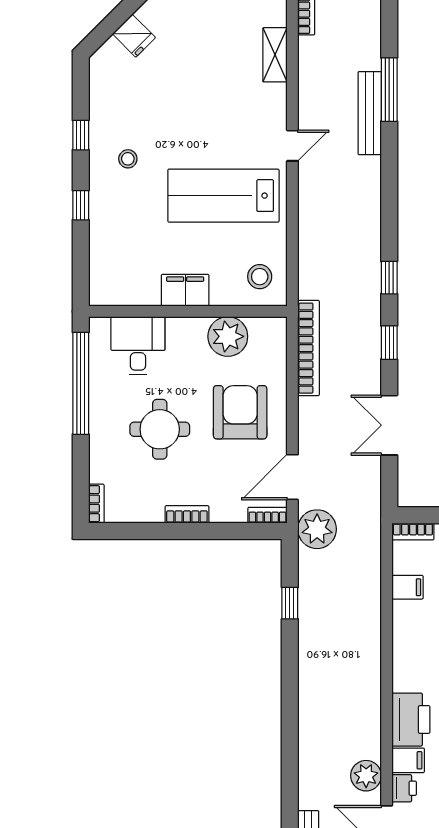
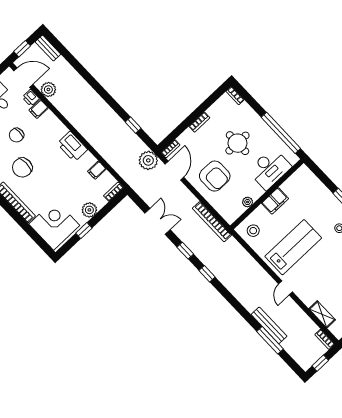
plant: (228, 336) -> (248, 202), width x0.53, depth x0.53
desk: (138, 346) -> (270, 169), width x1.37
printer: (411, 720) -> (72, 146), moved

